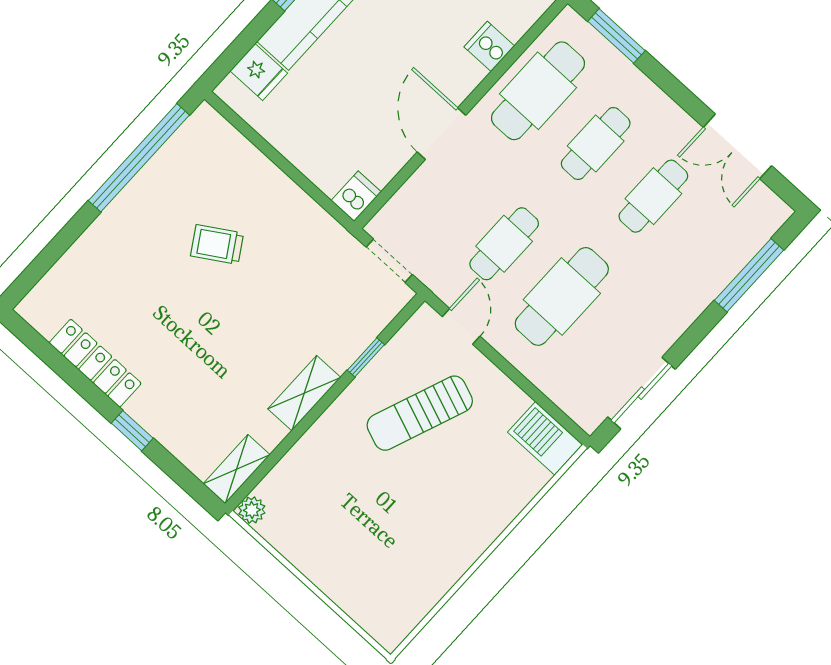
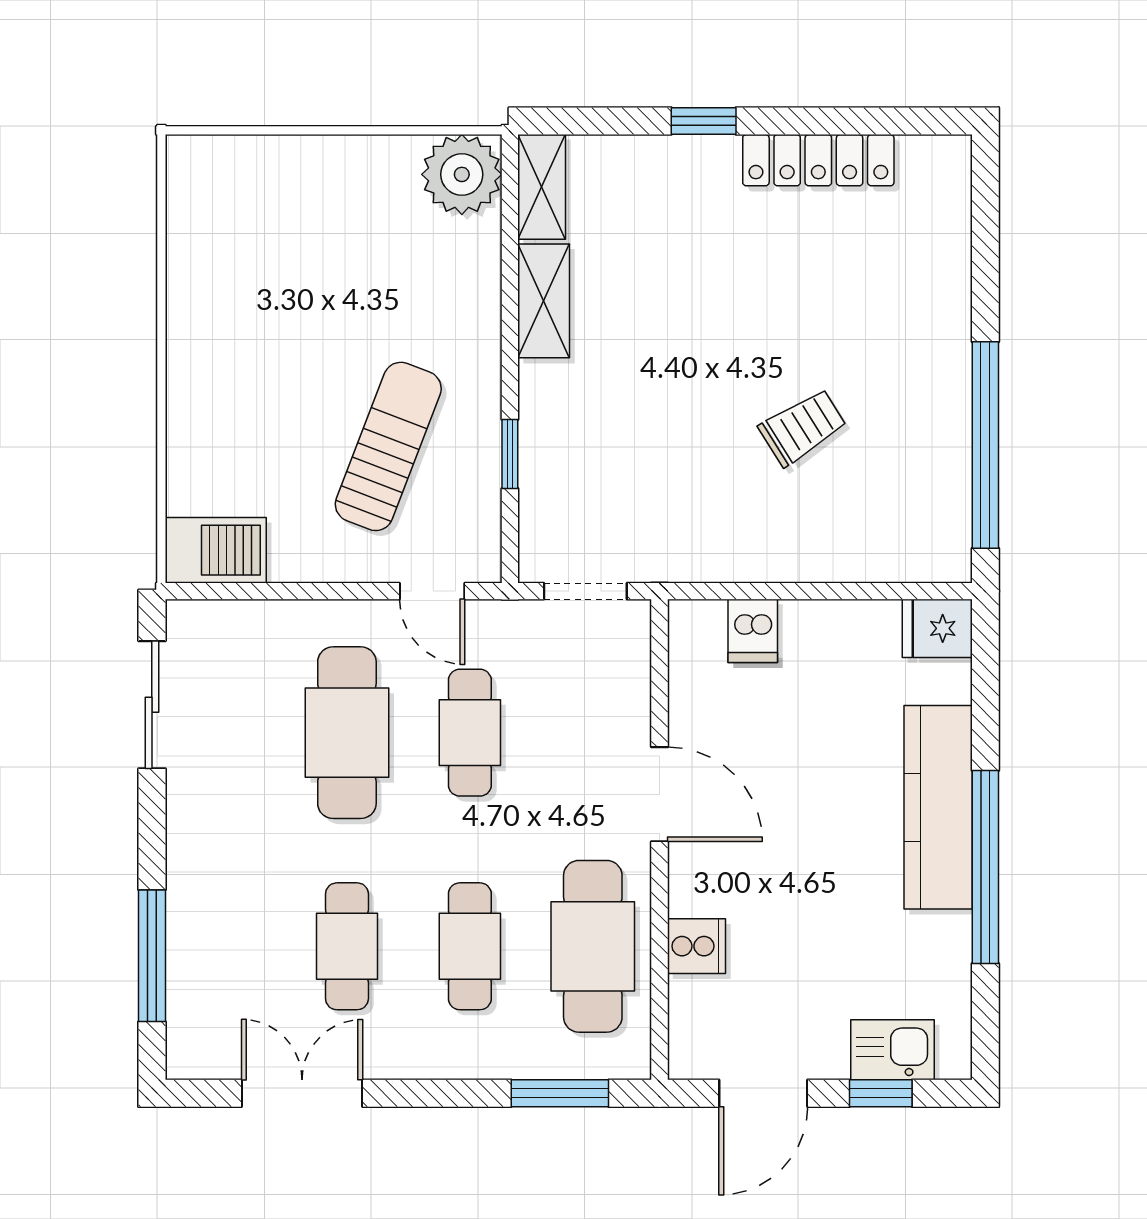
fridge: (259, 72) -> (937, 628), moved
dishwasher: (356, 196) -> (753, 631), moved
shelving: (304, 393) -> (544, 301), moved
plant: (252, 510) -> (462, 174), width x1.88, depth x1.88

